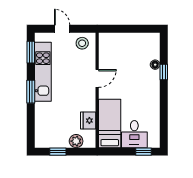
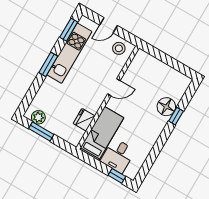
door: (62, 29) -> (109, 25), swing flipped
floor lamp: (155, 65) -> (166, 107), width x1.89, depth x1.89
plant: (76, 141) -> (38, 117), moved
window: (58, 152) -> (41, 132), width x1.50

